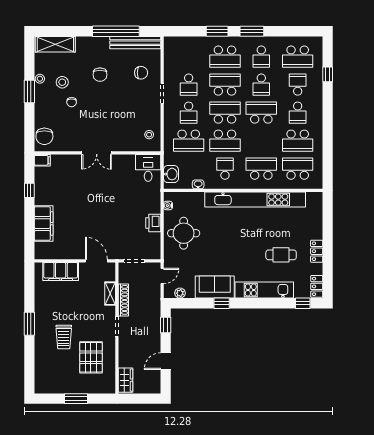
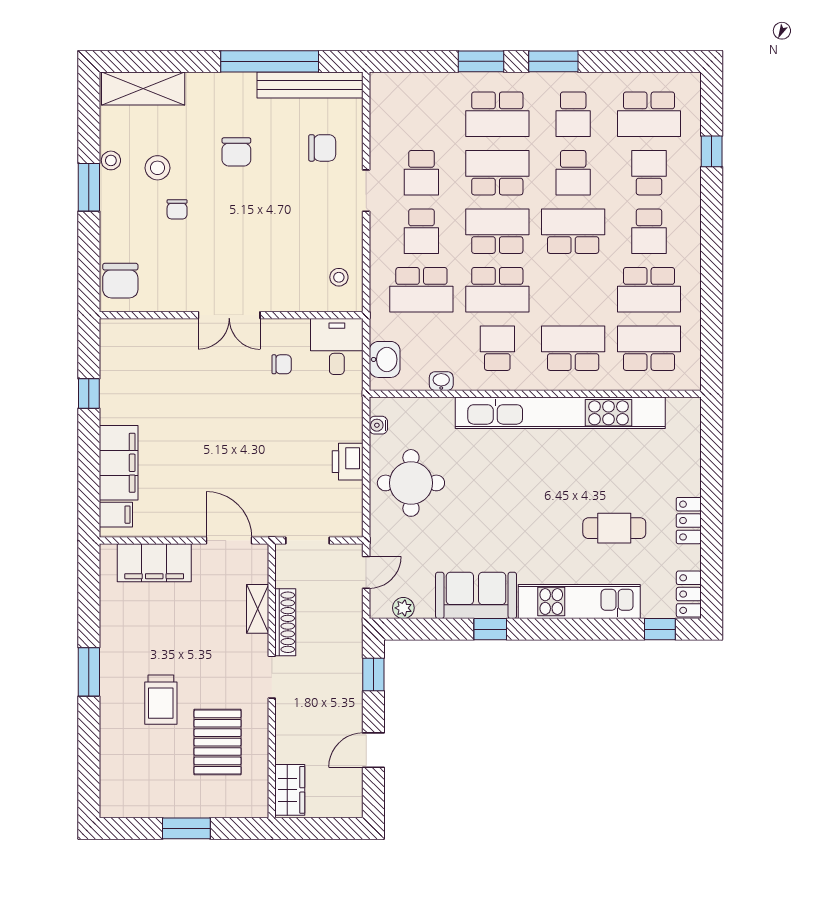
filing cabinet: (42, 160) -> (116, 515), moved
chair: (122, 176) -> (282, 364), added

